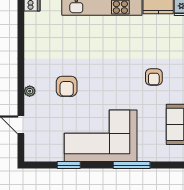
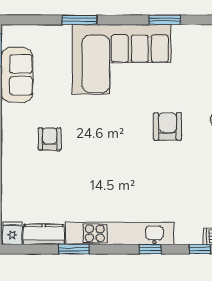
window: (132, 165) -> (80, 20), width x0.69

